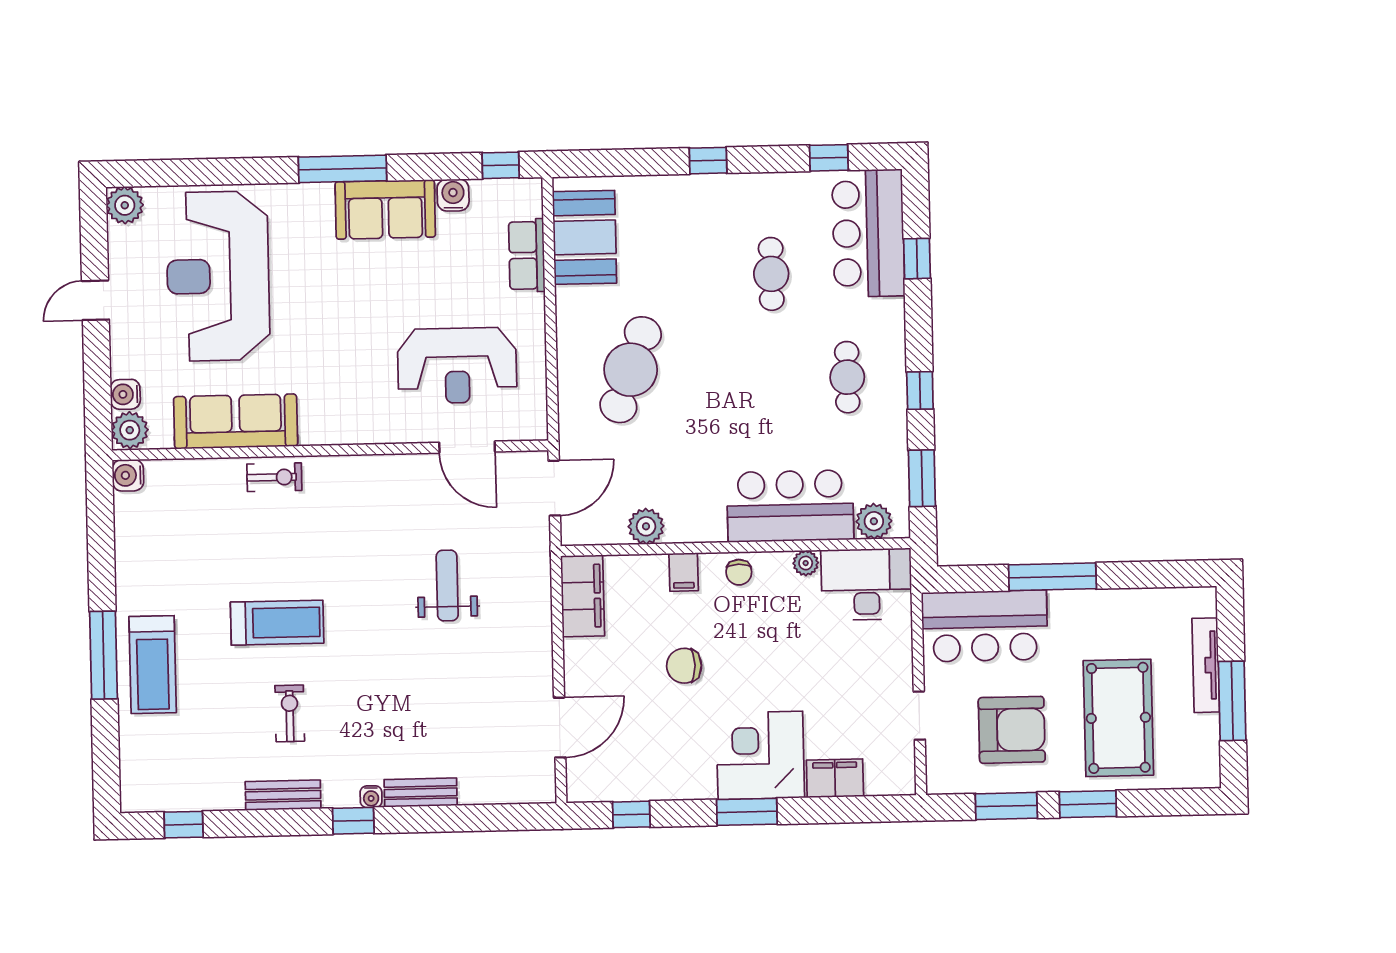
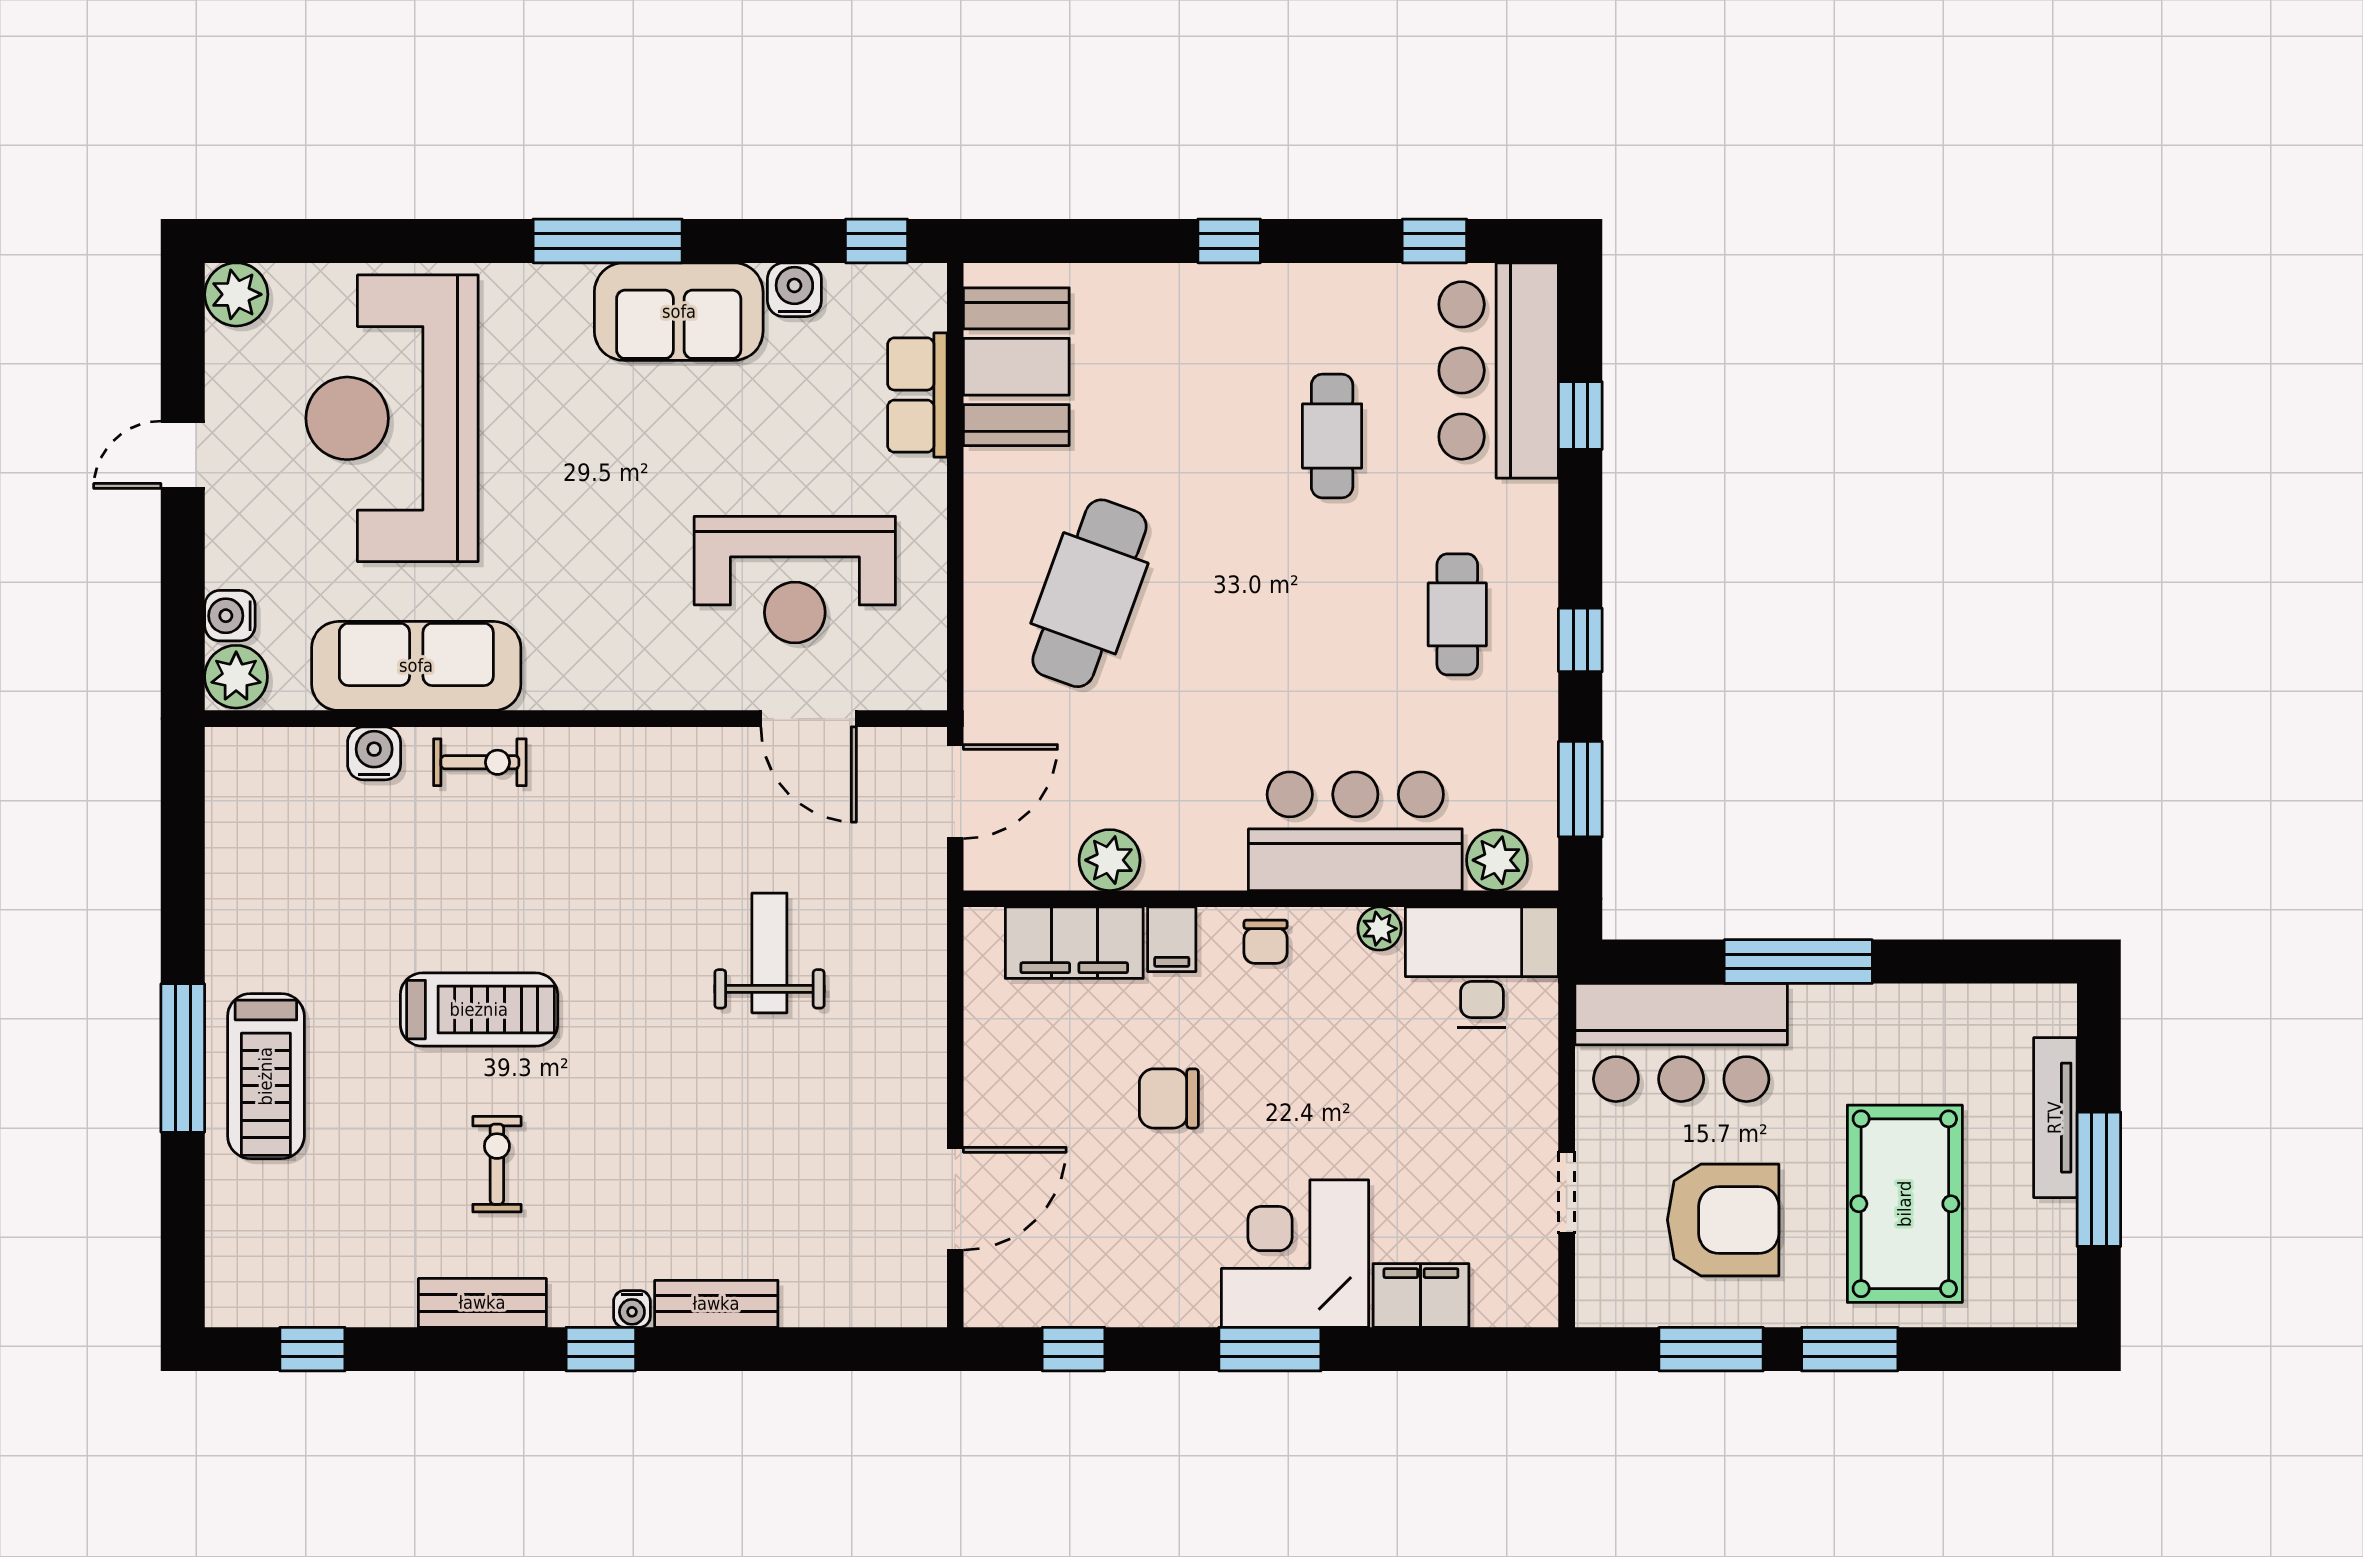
water cooler: (128, 475) -> (374, 753), moved, turned 90
filing cabinet: (583, 596) -> (1074, 943), moved, turned 90

